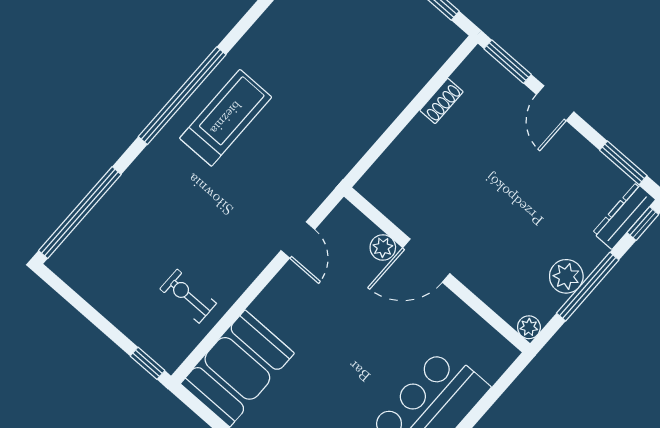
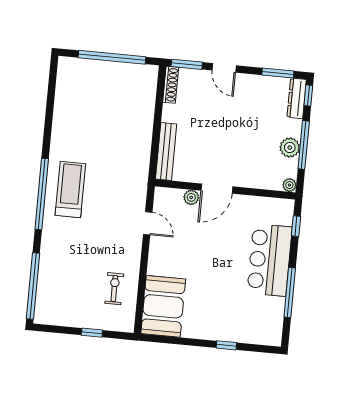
shoe rack: (441, 101) -> (171, 85), moved, width x1.43
bench: (394, 160) -> (166, 152), added
exercise bike: (188, 296) -> (114, 289), turned 90
window: (148, 363) -> (92, 333), moved
window: (497, 390) -> (296, 226), added

